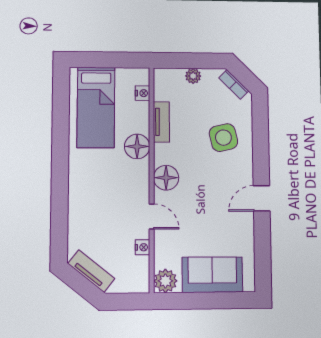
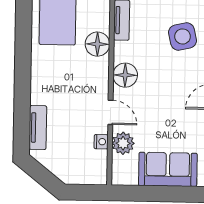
tv unit: (91, 271) -> (38, 128), moved, turned 51
plant: (165, 281) -> (123, 143), moved

